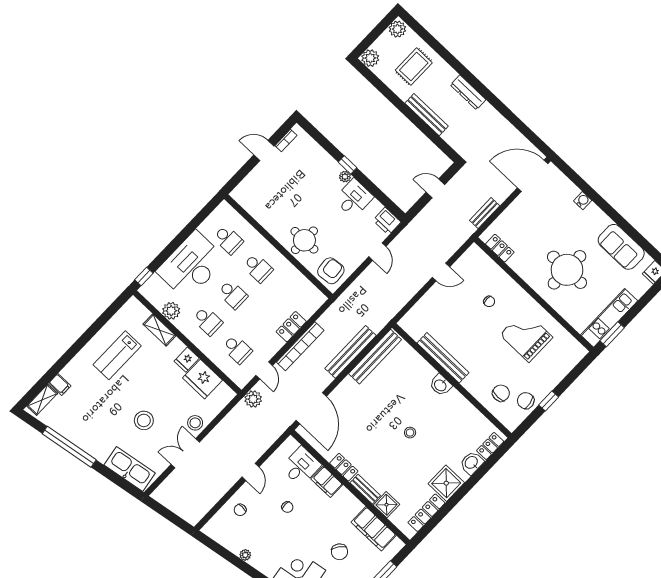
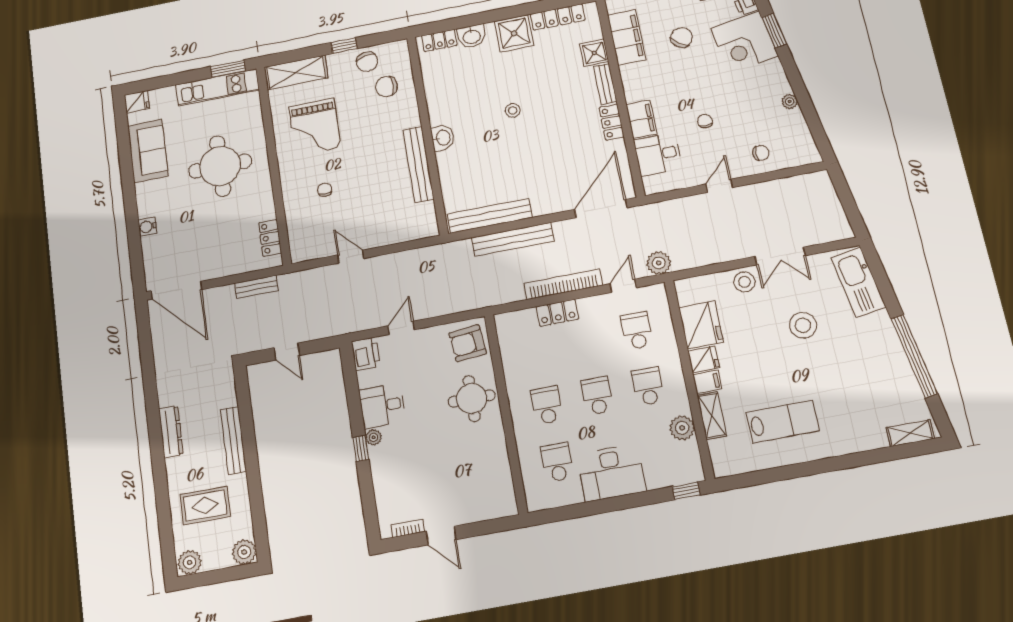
desk: (191, 265) -> (611, 473), width x0.73, depth x0.77
shelving: (566, 362) -> (296, 72), added
filing cabinet: (60, 384) -> (707, 382), moved, turned 90

